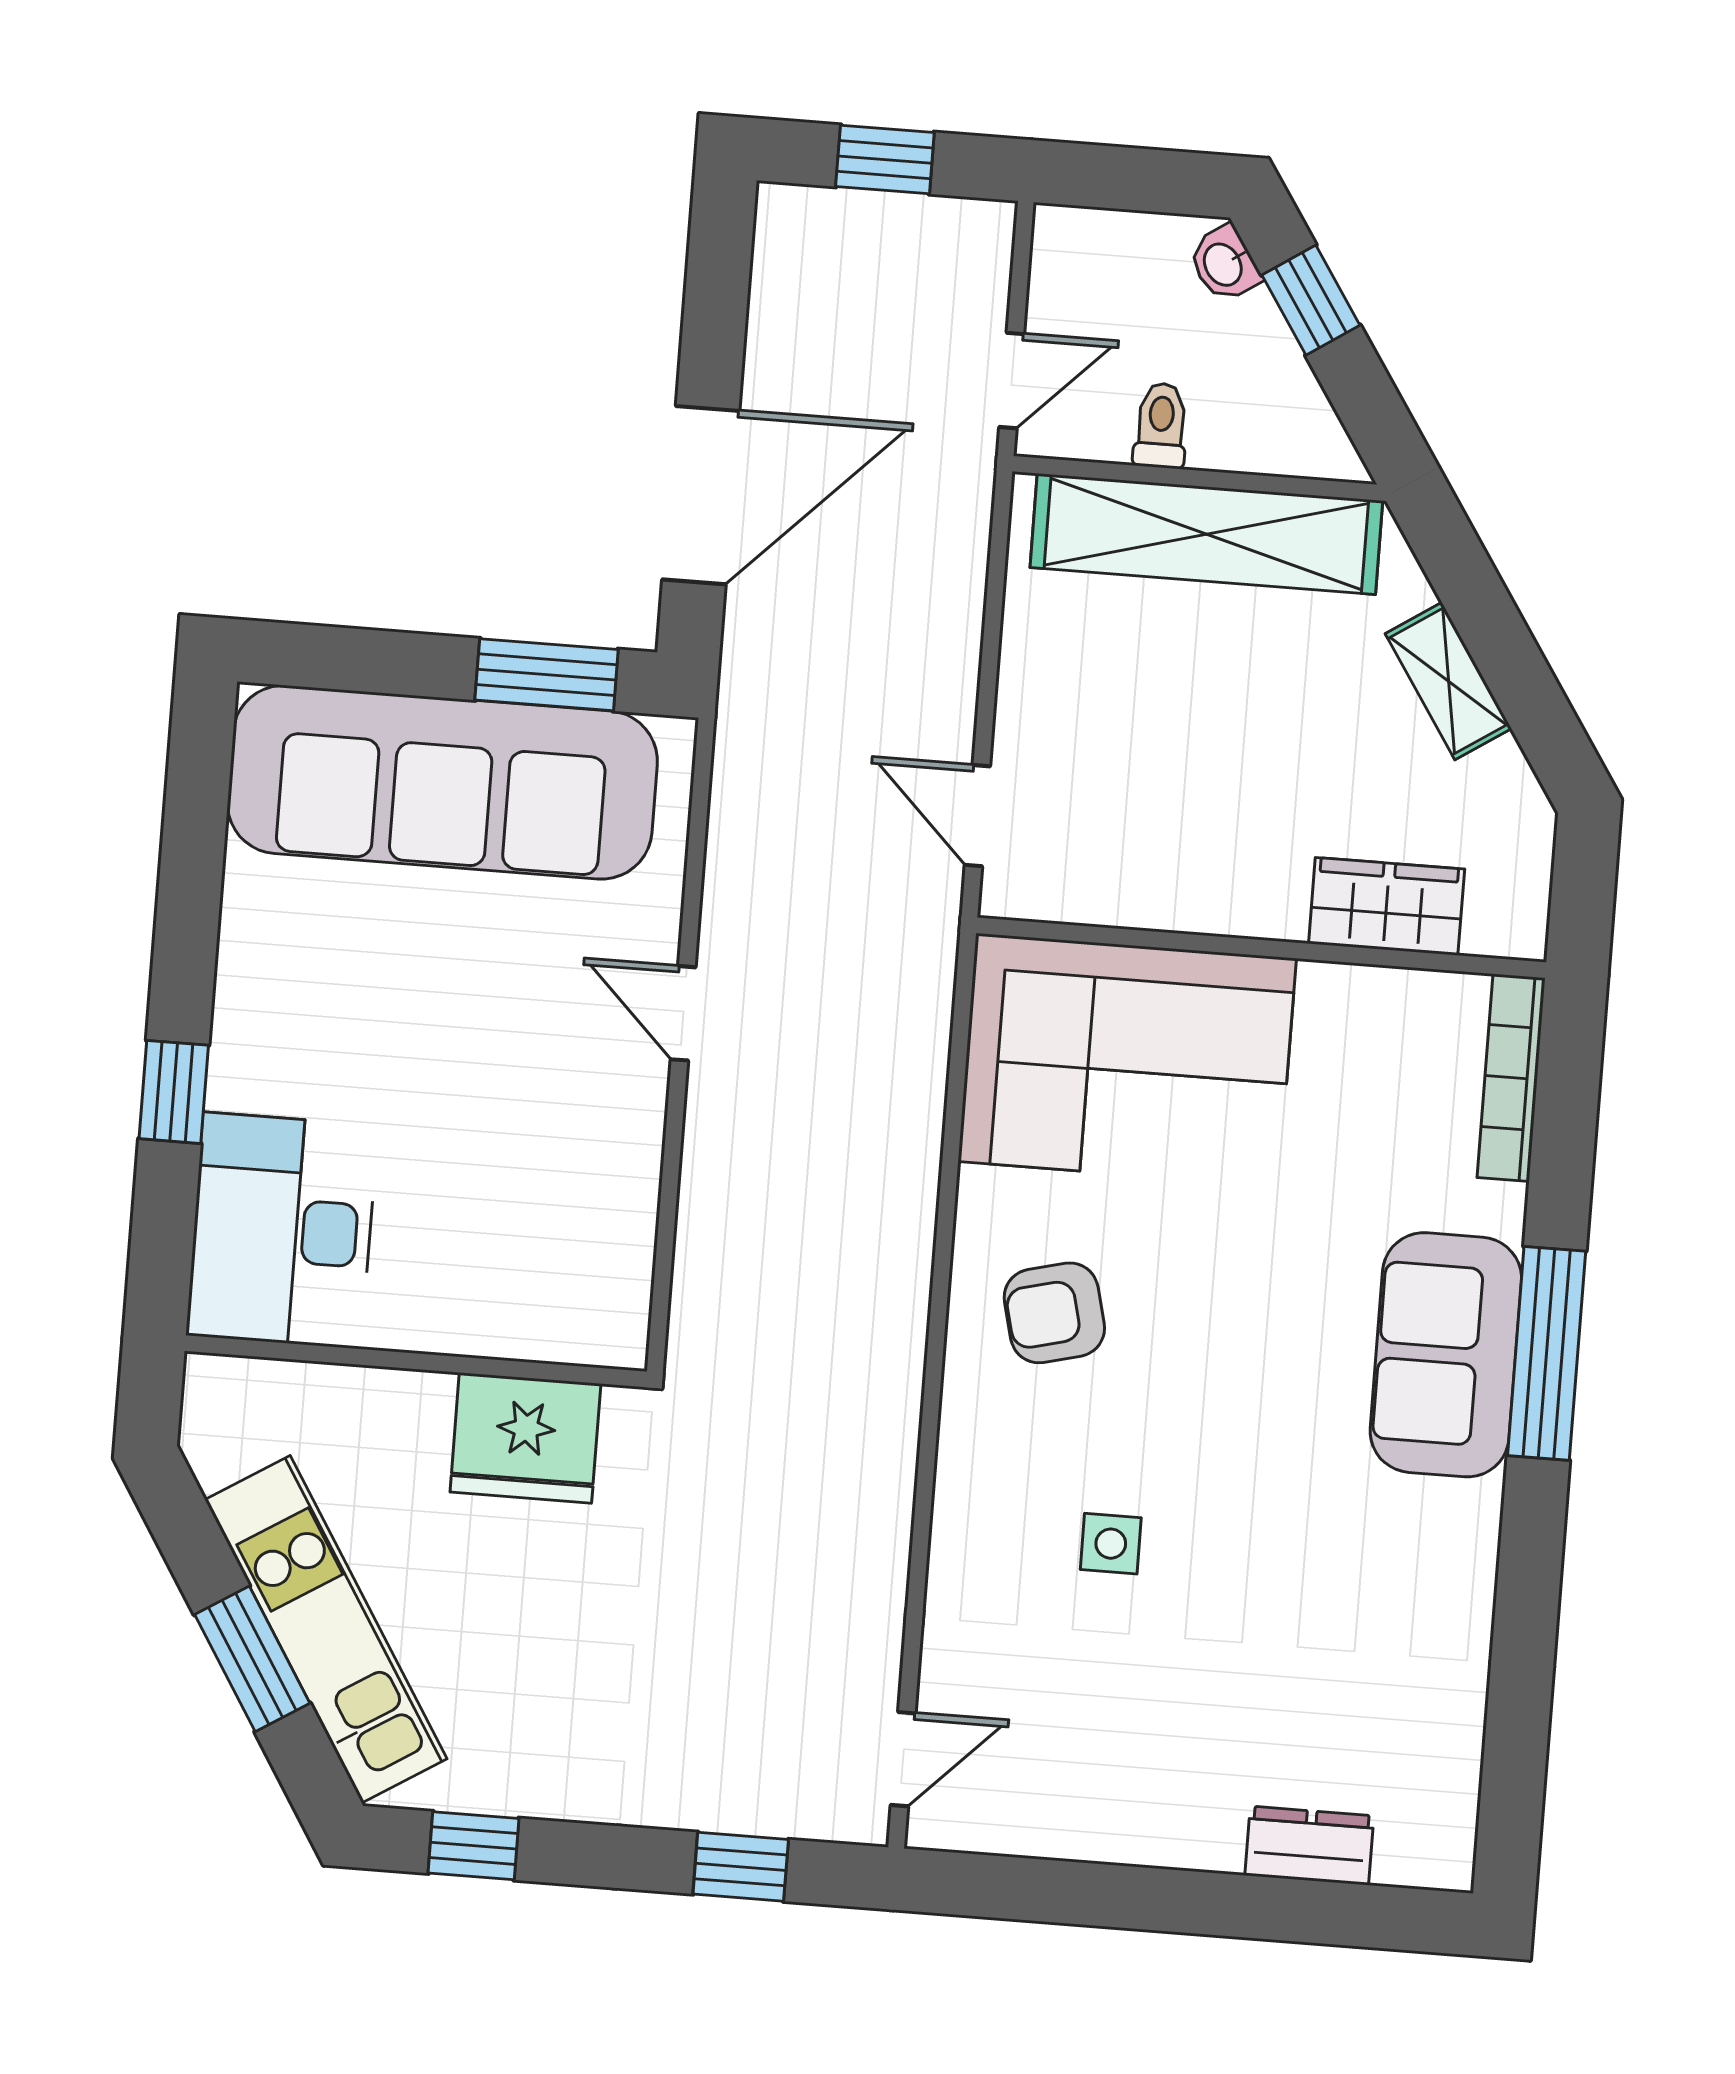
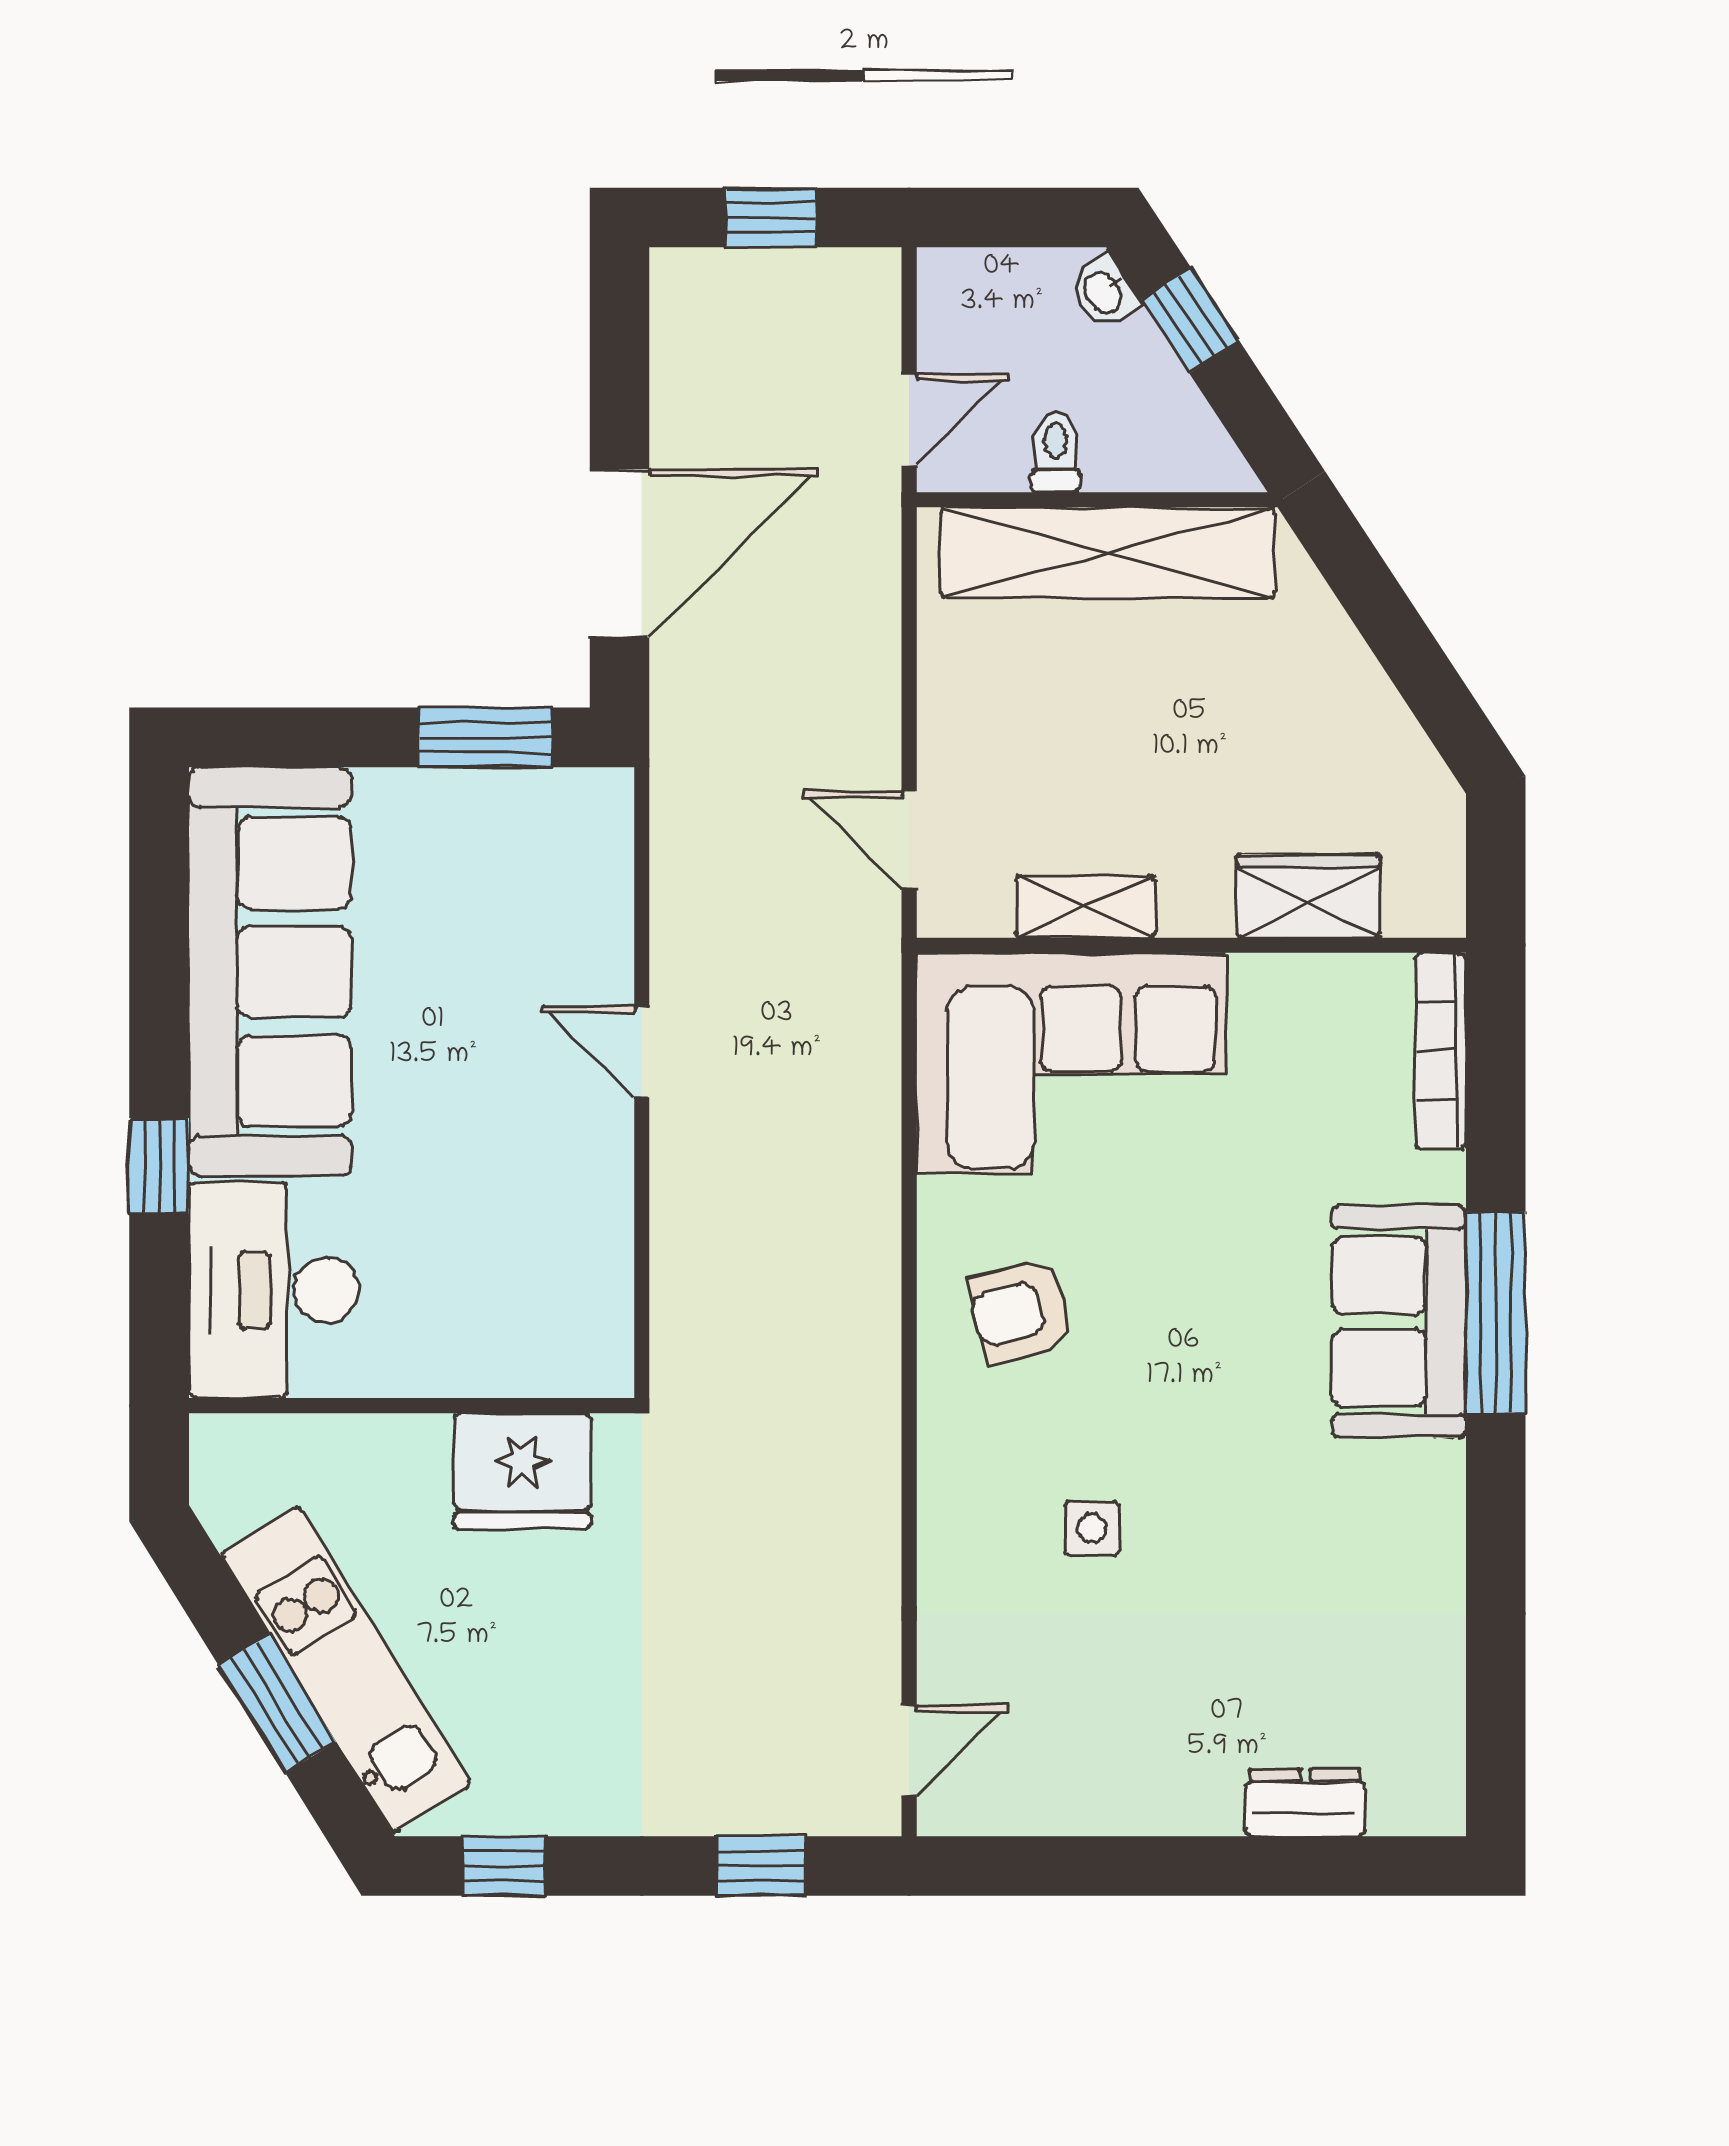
shelving: (1448, 681) -> (1085, 907), moved, turned -57
sofa: (442, 782) -> (270, 972), moved, turned -90

